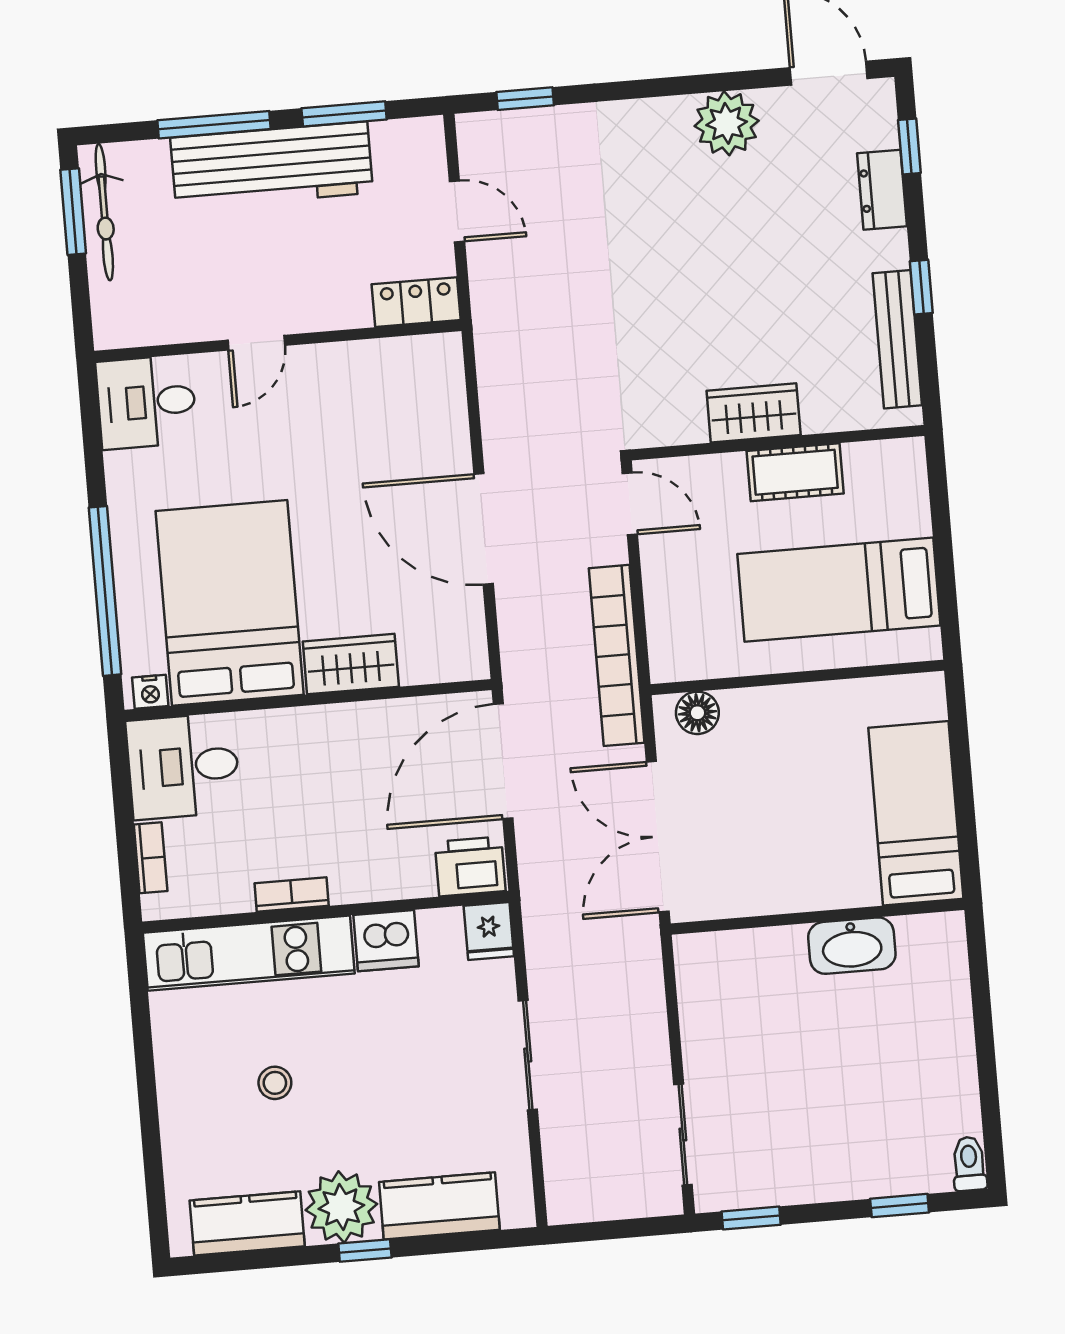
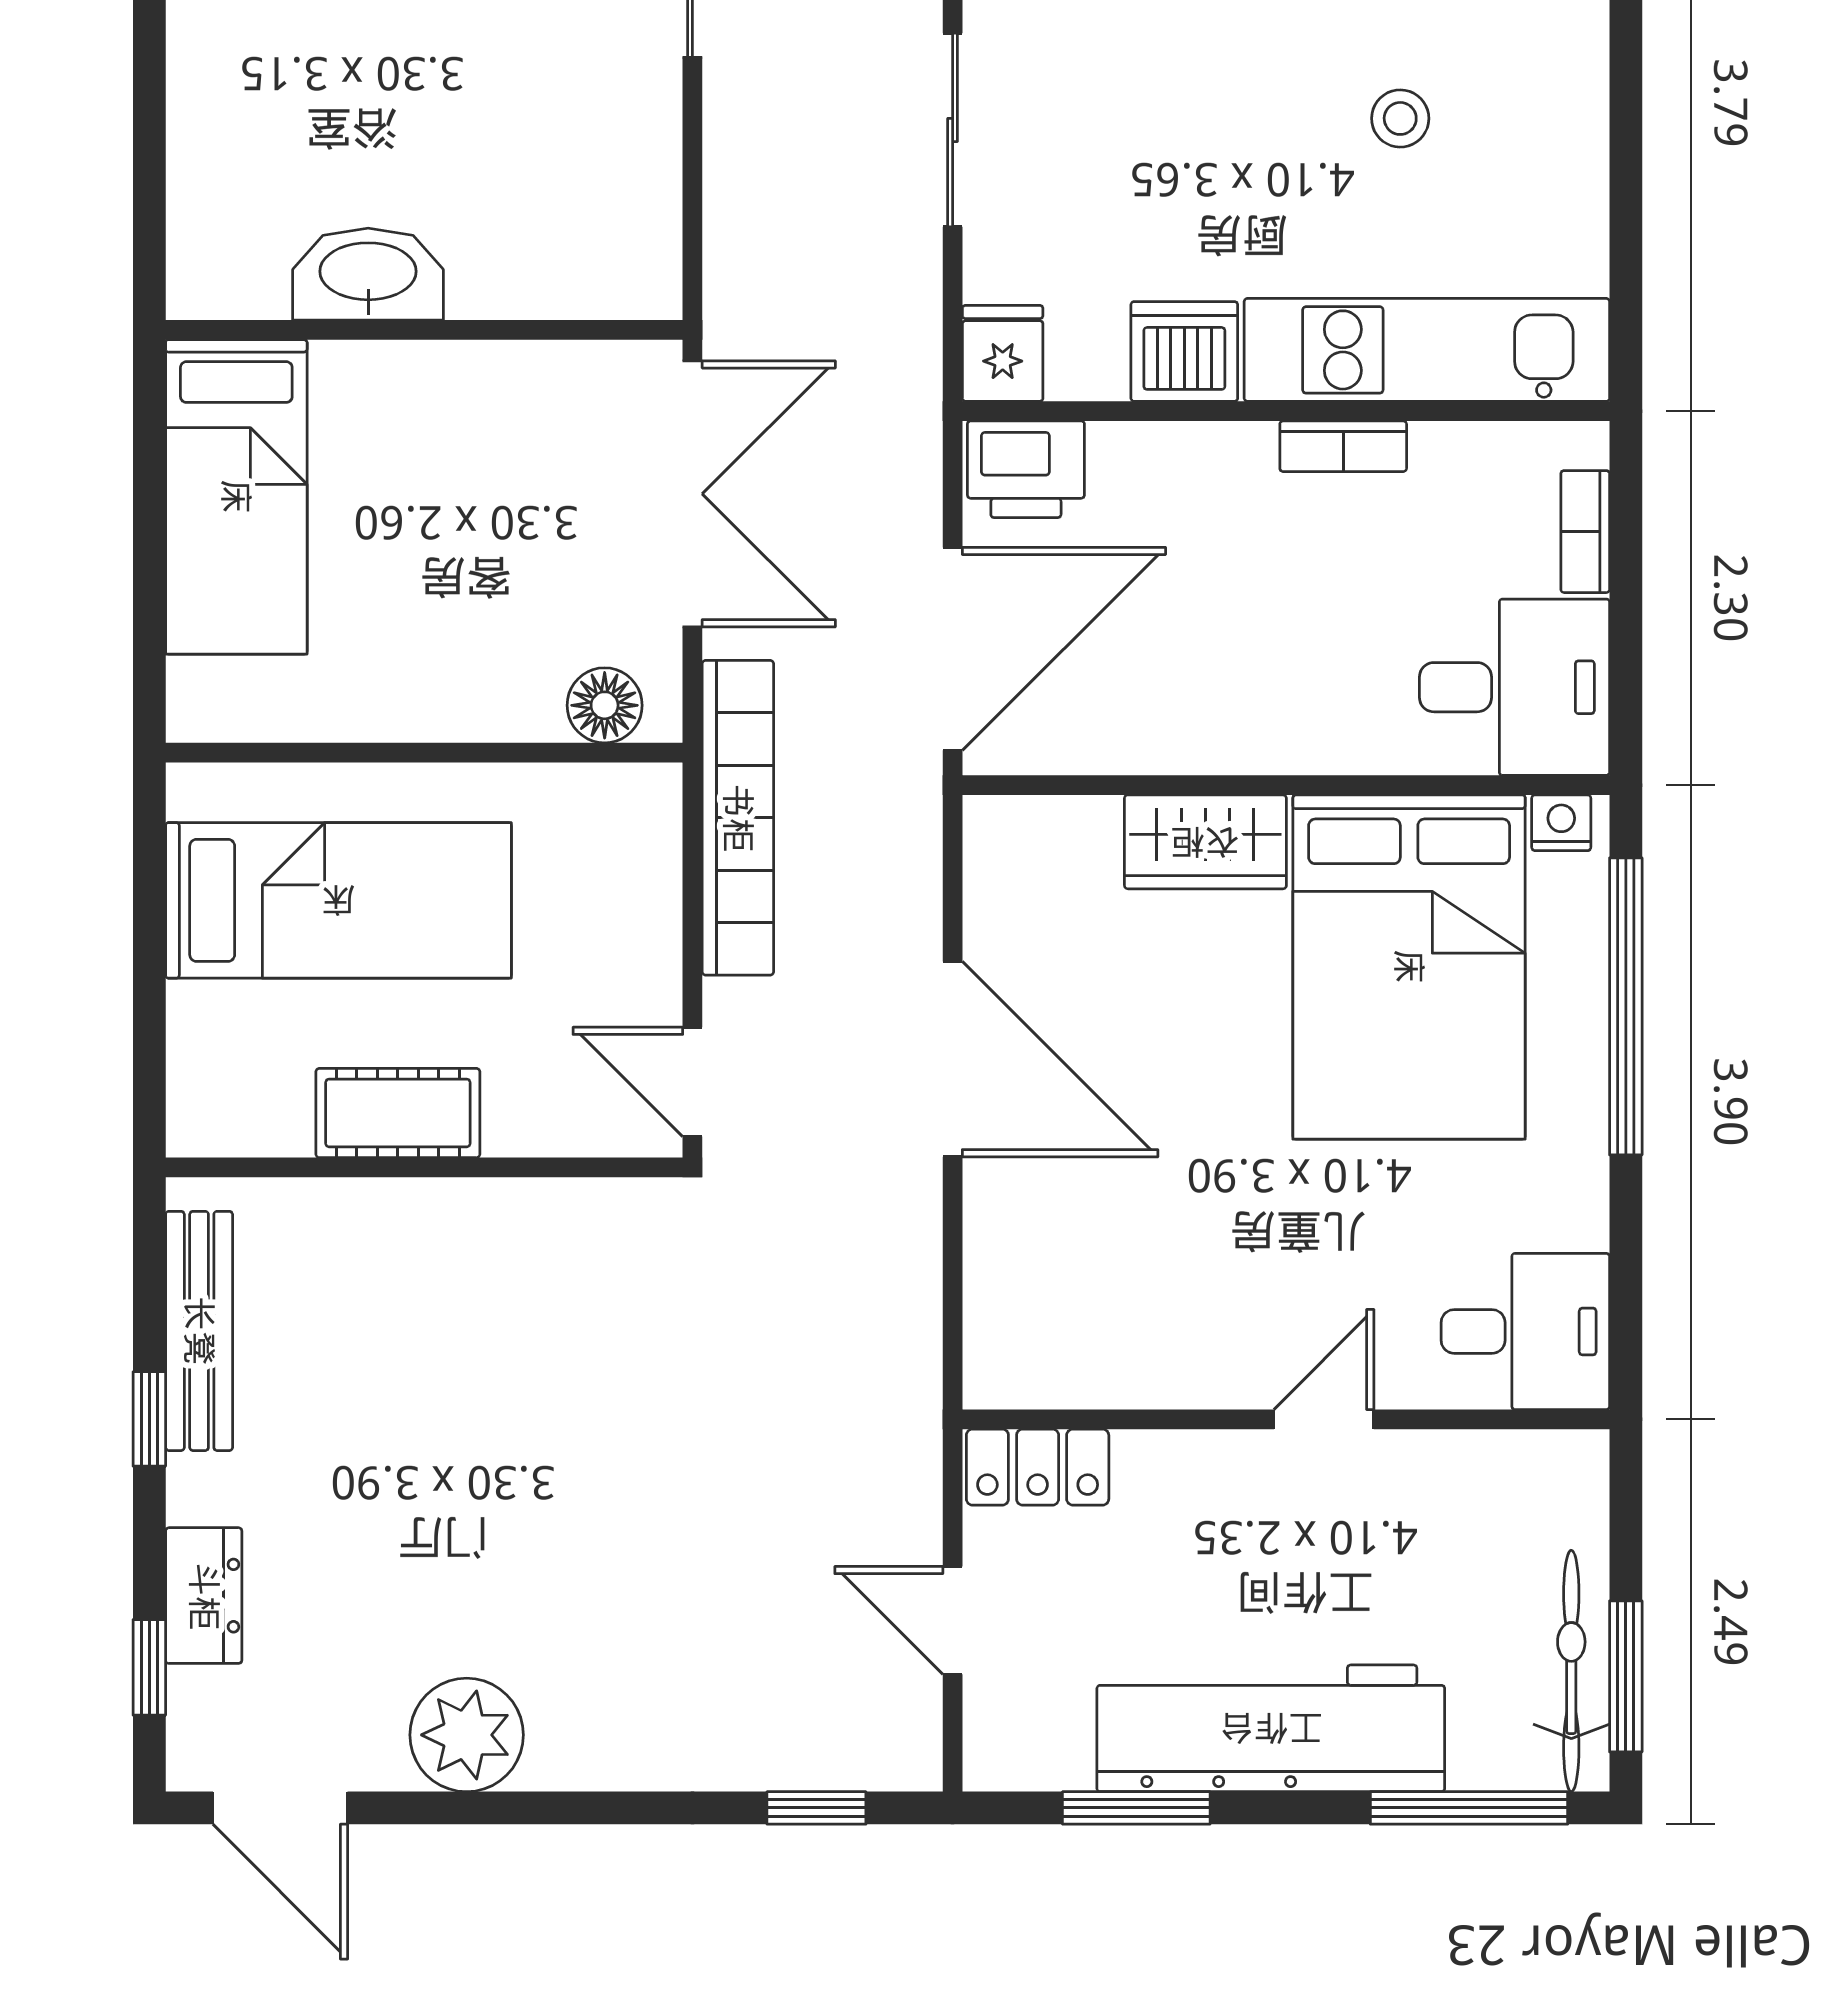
window: (214, 125) -> (1469, 1808), moved
wardrobe: (754, 413) -> (462, 1223), removed

